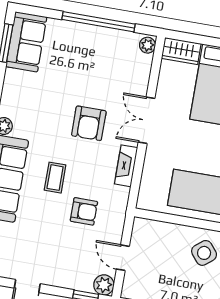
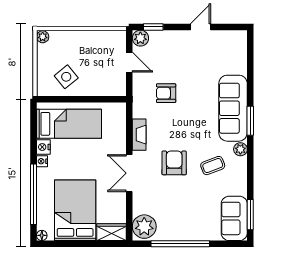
plant: (147, 45) -> (144, 227), width x1.88, depth x1.88
double door: (147, 120) -> (129, 173), swing flipped
coffee table: (55, 178) -> (213, 166), moved, turned 69

